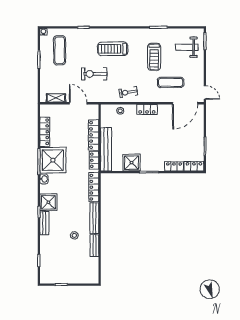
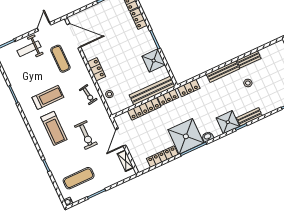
weight bench: (187, 47) -> (29, 49), moved, turned 90
treadmill: (154, 57) -> (48, 97), moved
door: (205, 92) -> (44, 27), moved
locker: (94, 187) -> (189, 88), width x0.66

